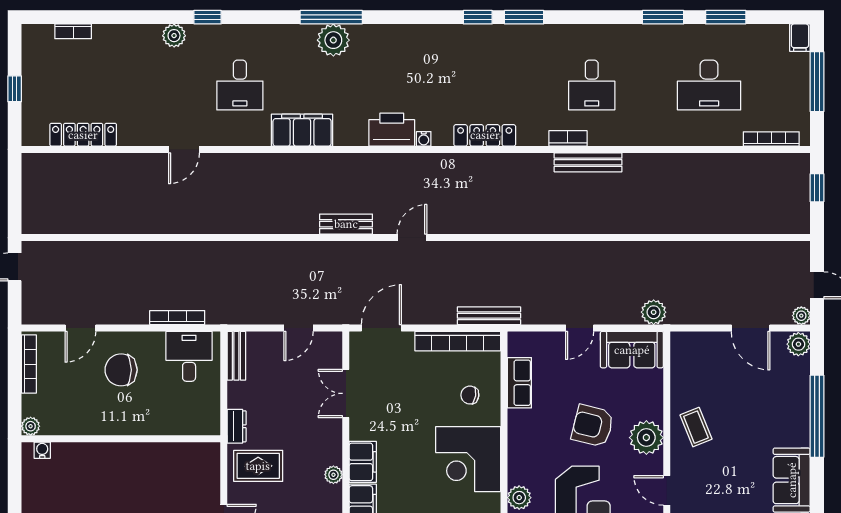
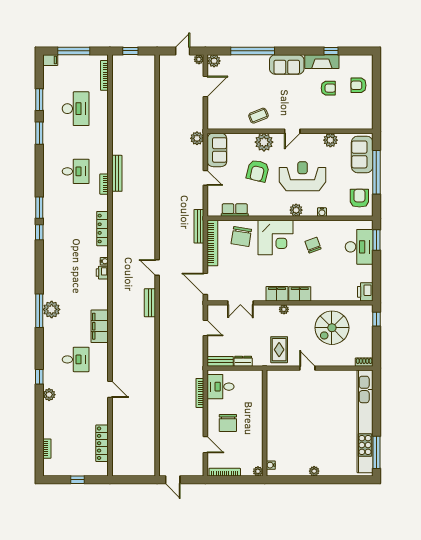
printer: (392, 130) -> (102, 273), width x0.53, depth x0.68
chair: (470, 395) -> (241, 236), width x1.87, depth x1.87
dresser: (237, 426) -> (243, 361), moved

